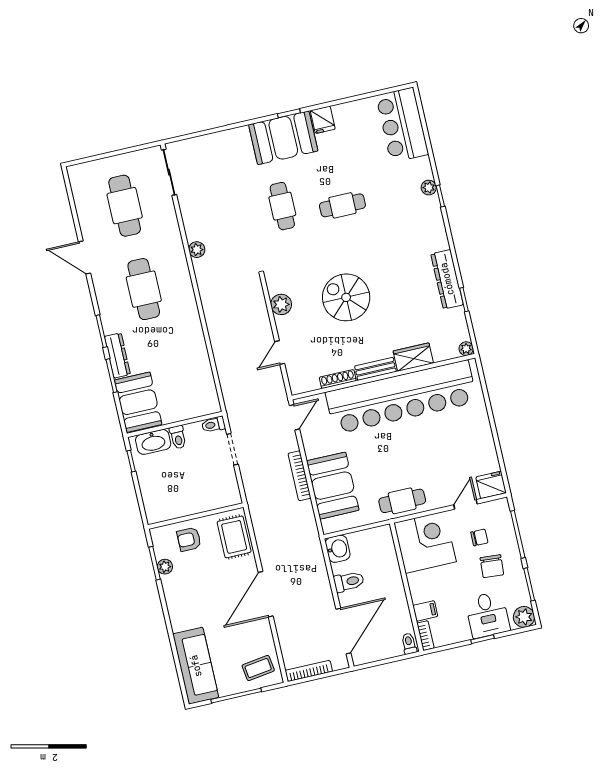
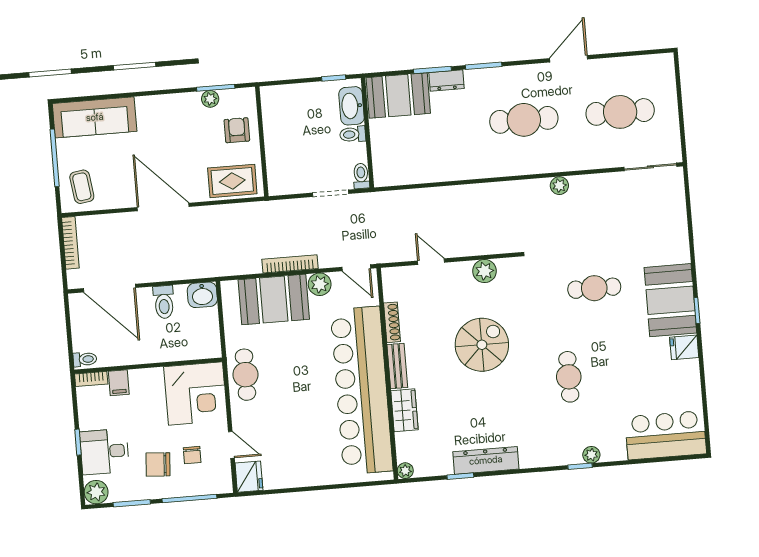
cafe table: (342, 205) -> (569, 377), moved
dresser: (118, 355) -> (446, 81), width x0.70
plant: (314, 447) -> (320, 284), added

